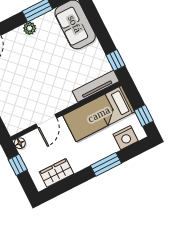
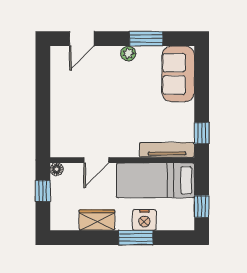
nightstand: (126, 138) -> (144, 220), moved
wardrobe: (56, 173) -> (97, 220), moved

